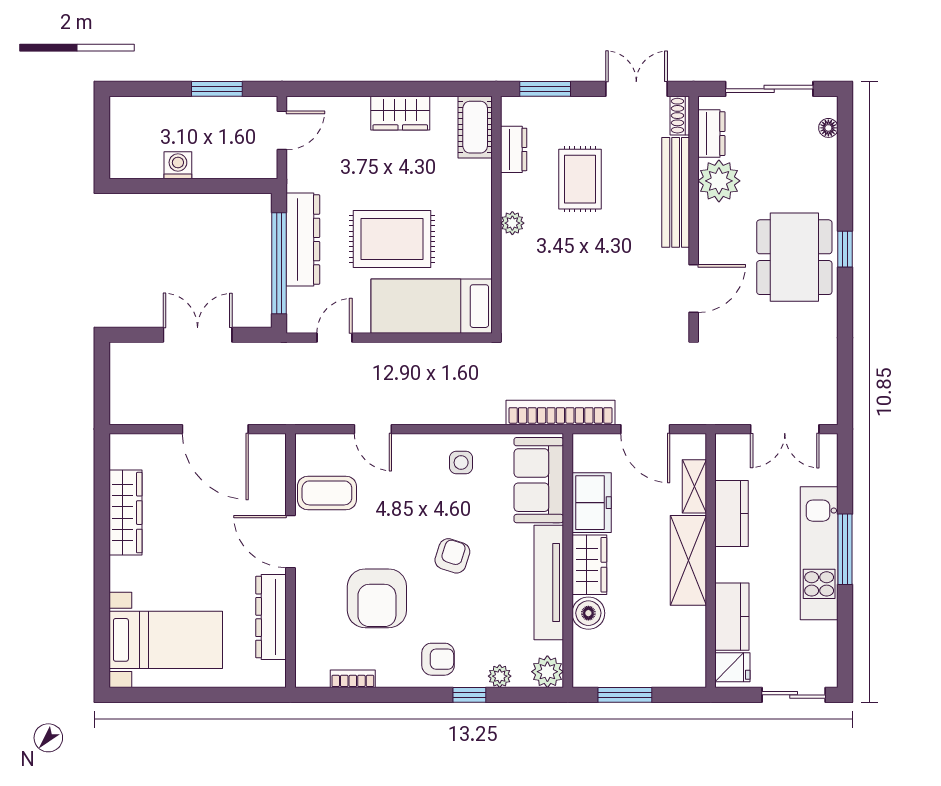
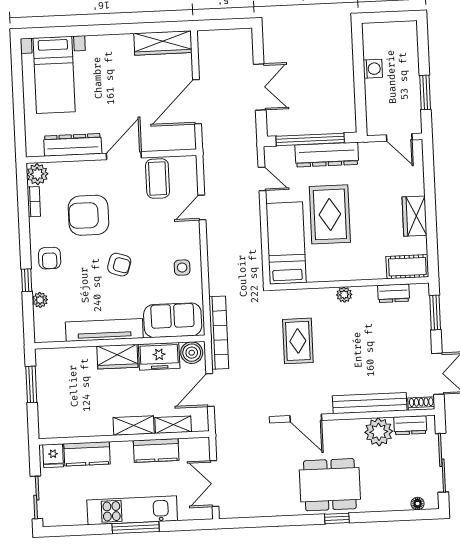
rug: (580, 179) -> (298, 341), moved, turned 90
wardrobe: (125, 513) -> (163, 43), moved
shelving: (688, 560) -> (134, 425), width x0.67, depth x0.75
boiler: (588, 613) -> (192, 353), moved
plant: (547, 672) -> (37, 174), moved

